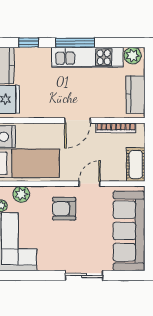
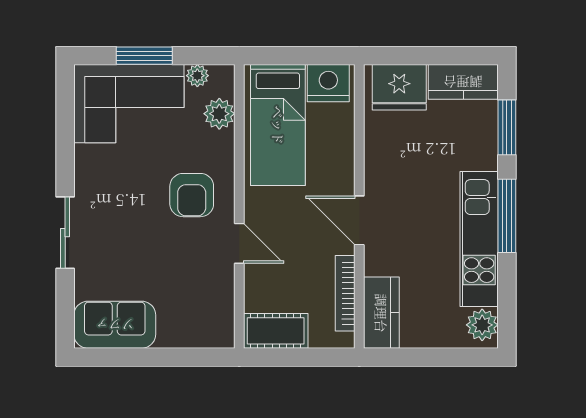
window: (28, 43) -> (507, 127), width x1.50
kitchen counter: (136, 94) -> (381, 313), moved, turned 90
armchair: (64, 209) -> (192, 195), turned 180
sofa: (129, 231) -> (115, 325), width x0.54, depth x0.79

